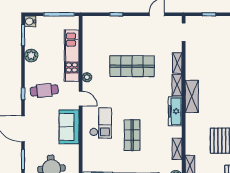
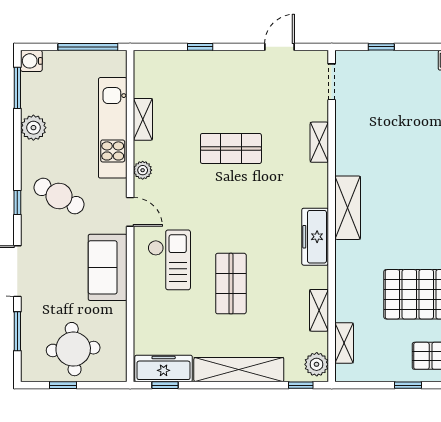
shop shelf: (132, 66) -> (231, 148), width x0.70, depth x0.74
shelving: (177, 85) -> (143, 119), moved
cafe table: (44, 90) -> (59, 196), turned 35

